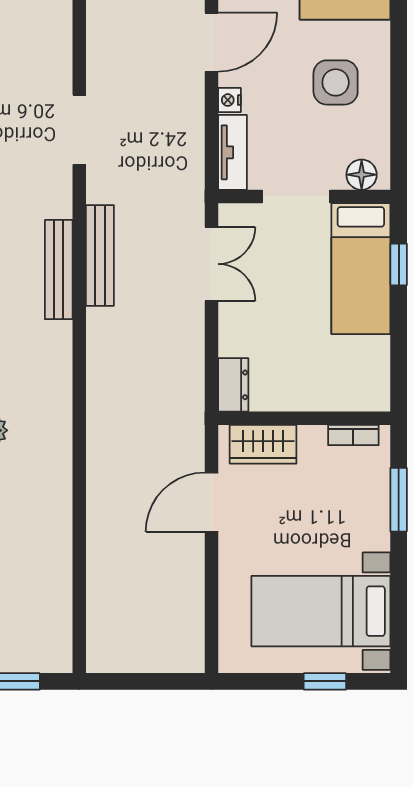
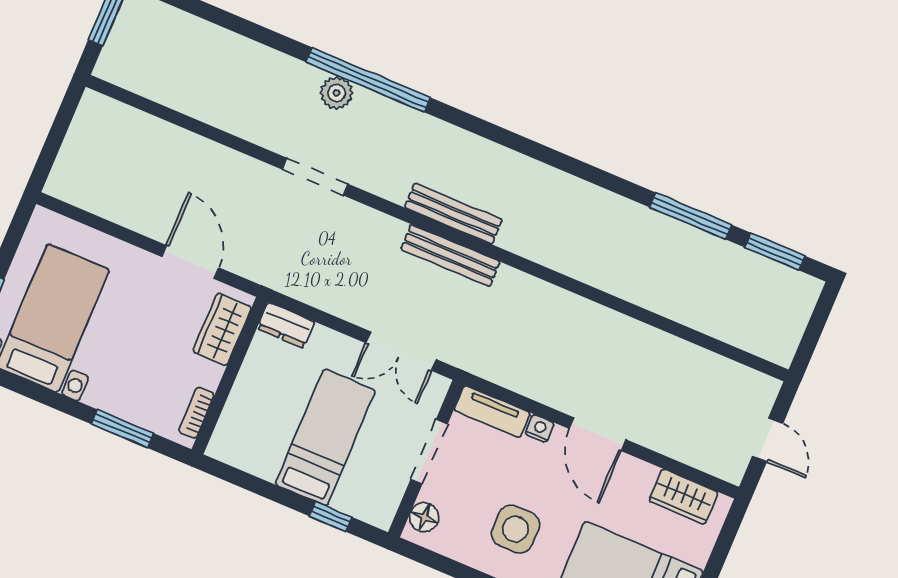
doorway: (79, 130) -> (315, 177), moved
bed: (361, 269) -> (325, 437), moved, turned 90

